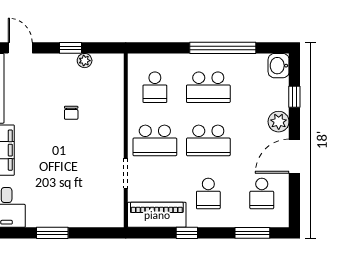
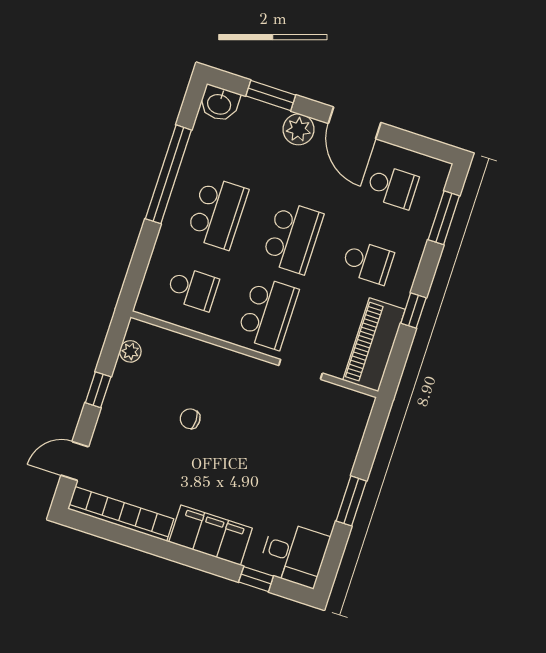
plant: (85, 61) -> (130, 351), moved
window: (294, 97) -> (271, 96), width x1.50
chair: (71, 113) -> (190, 419), turned 180

